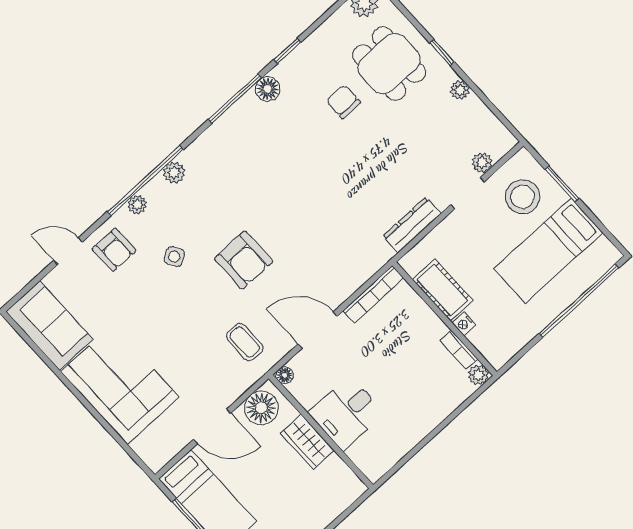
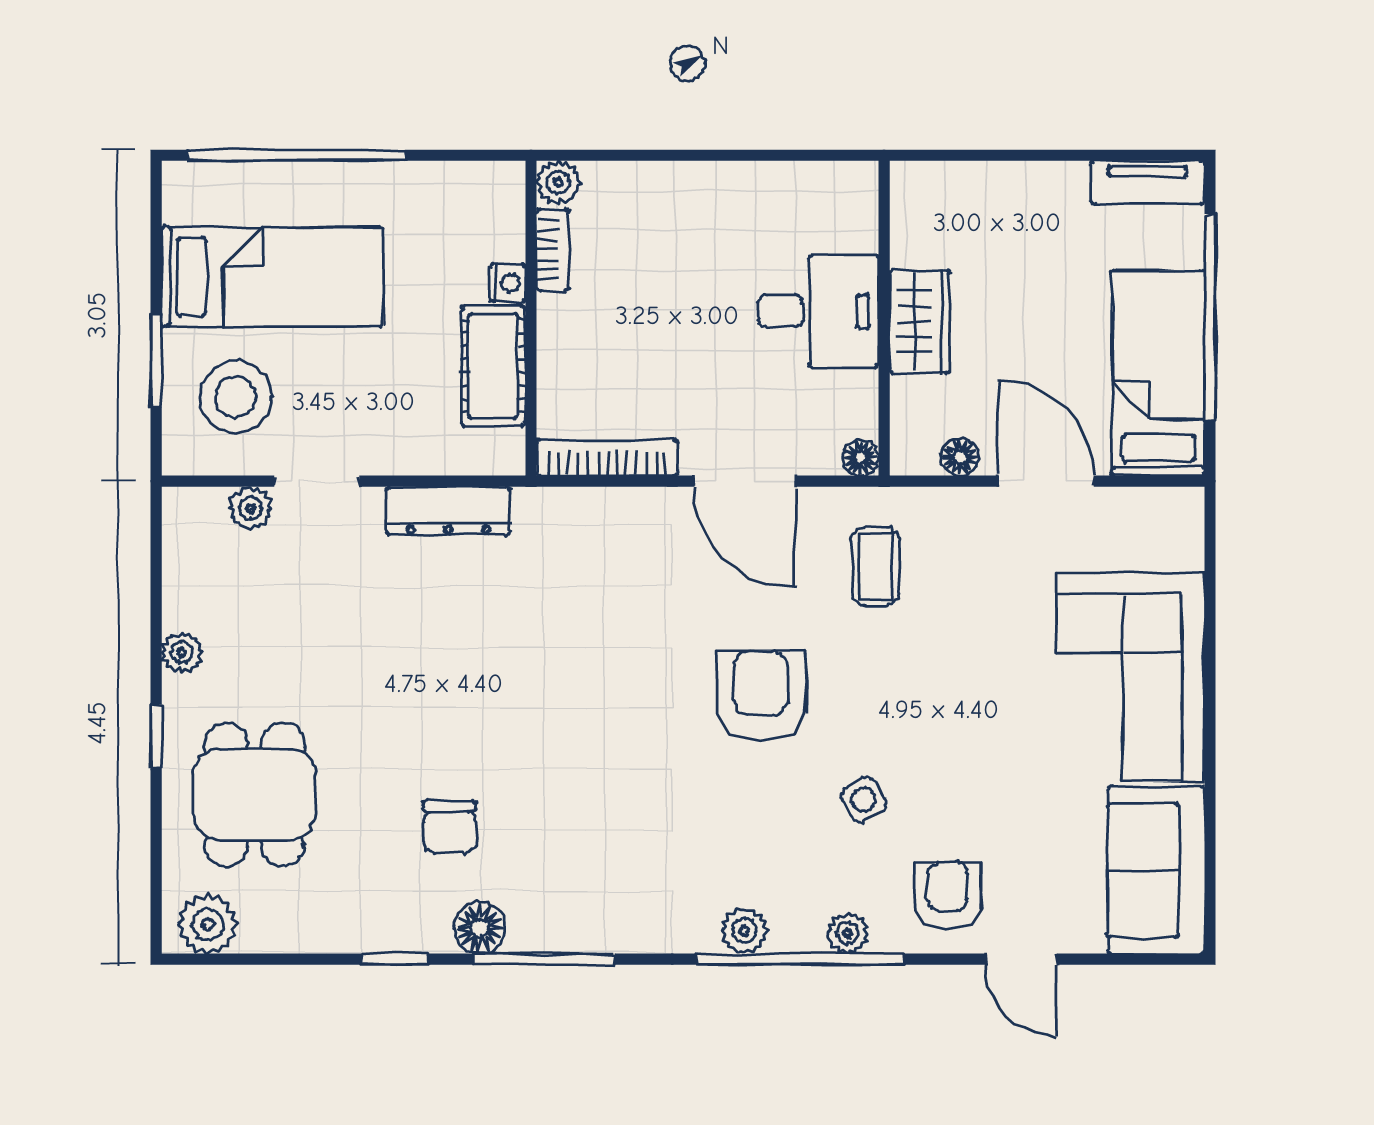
chair: (343, 102) -> (450, 827), moved
floor lamp: (261, 408) -> (960, 457), width x0.53, depth x0.53

